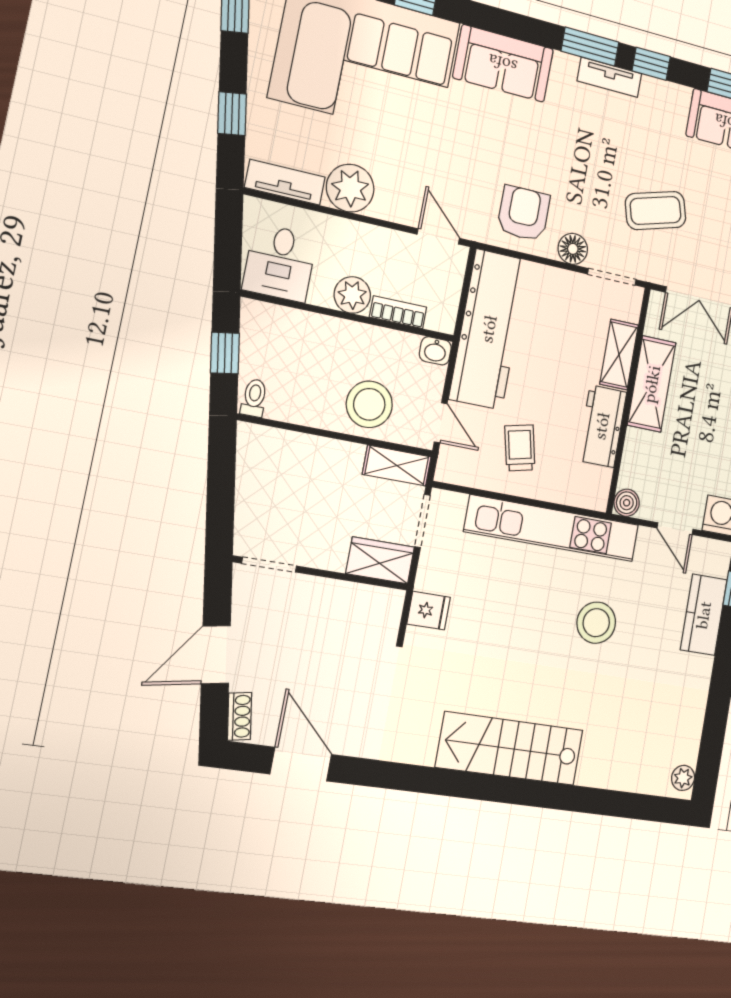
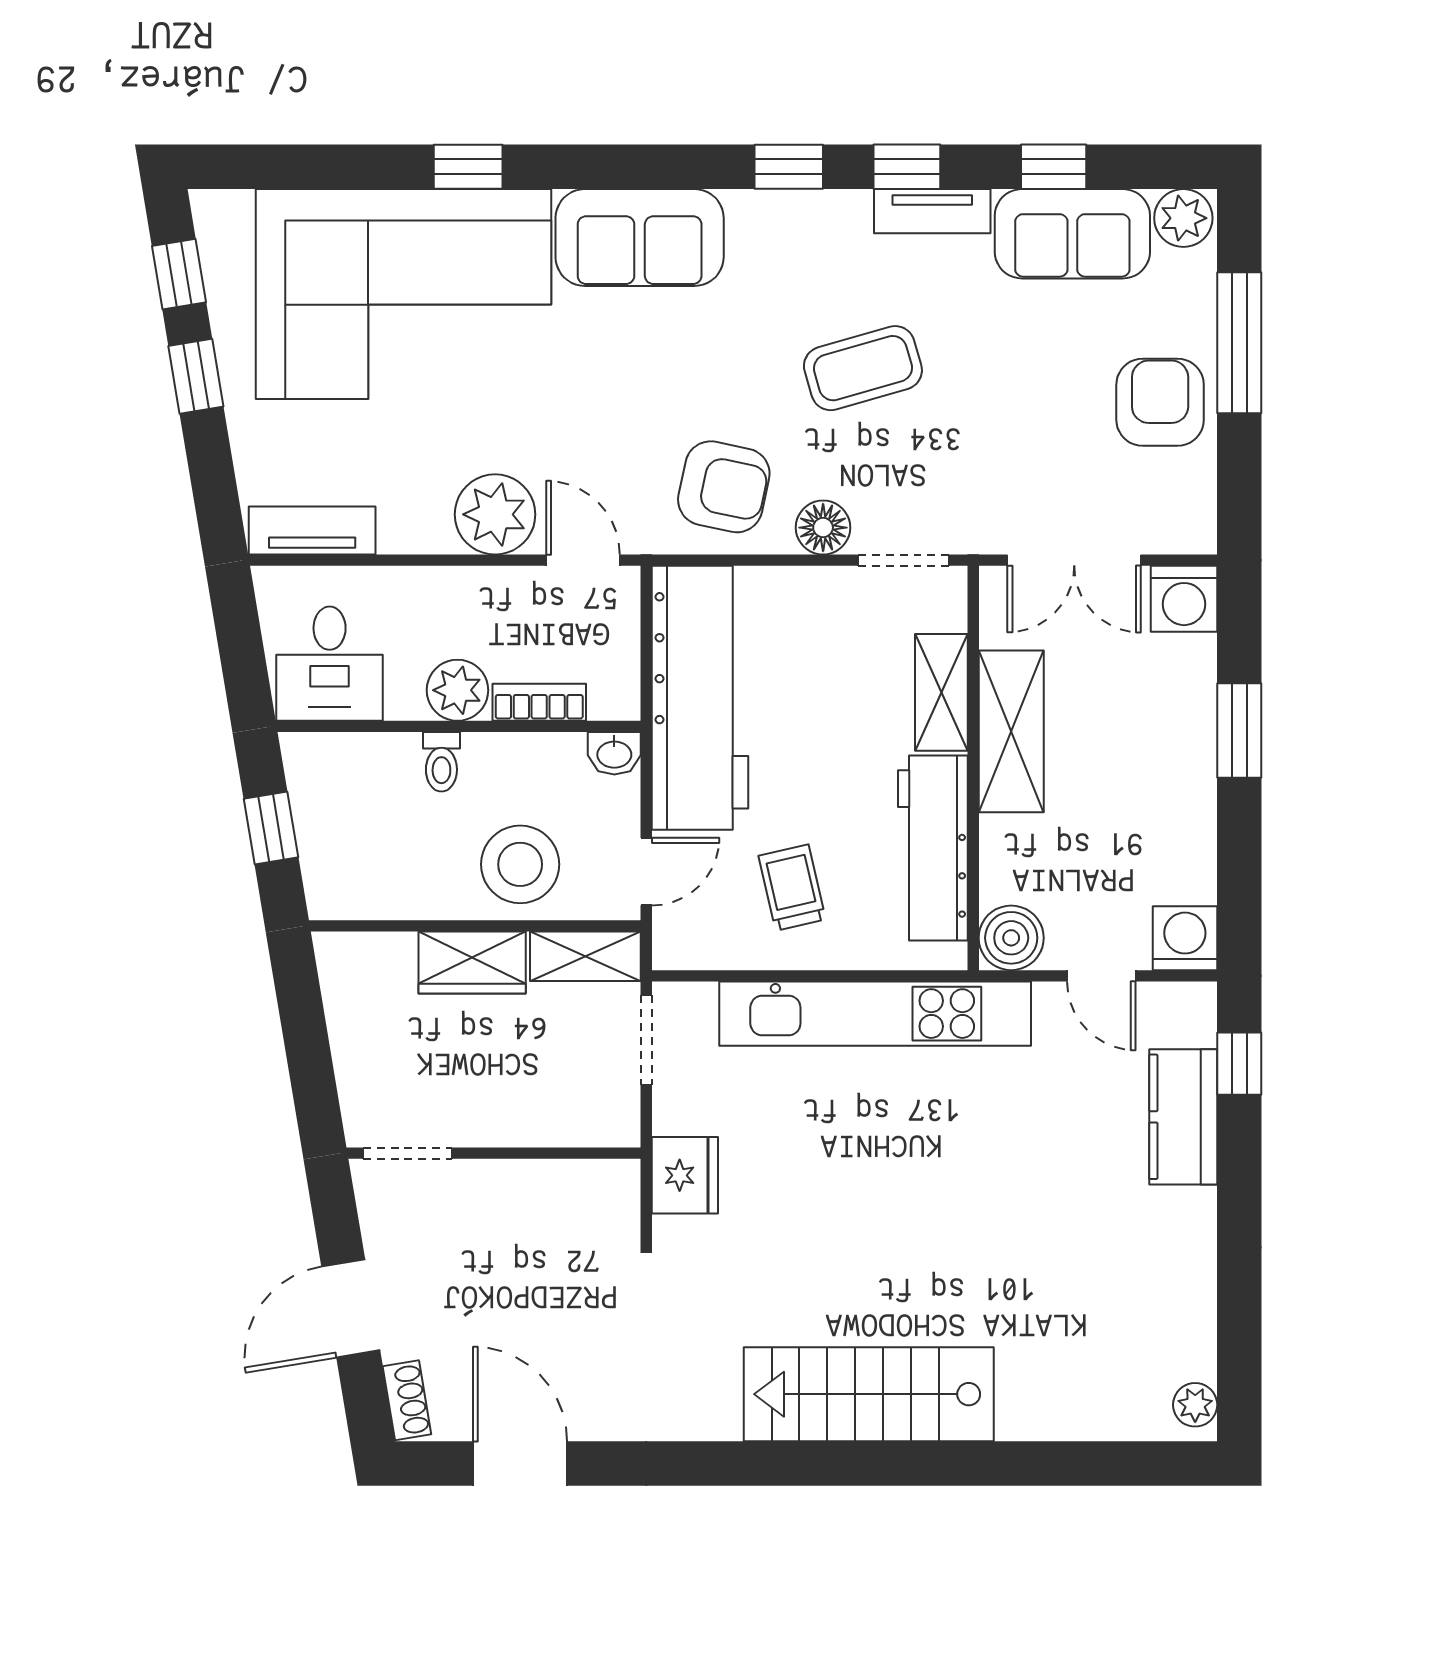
window: (590, 47) -> (789, 167), width x0.67
tv unit: (609, 77) -> (932, 211), moved
window: (232, 114) -> (196, 376), moved
plant: (350, 188) -> (495, 514), moved
coffee table: (656, 210) -> (863, 368), moved
armchair: (524, 213) -> (724, 487), turned 102
toilet: (254, 398) -> (441, 762), moved, turned 180
door: (441, 423) -> (646, 872), hinge flipped
workbench: (602, 426) -> (933, 848), width x1.38
boiler: (627, 503) -> (1011, 938), width x1.36, depth x1.36
wardrobe: (380, 560) -> (472, 963), moved, turned 180
fridge: (429, 611) -> (685, 1175), width x1.38
stool: (596, 623) -> (985, 1161), removed

